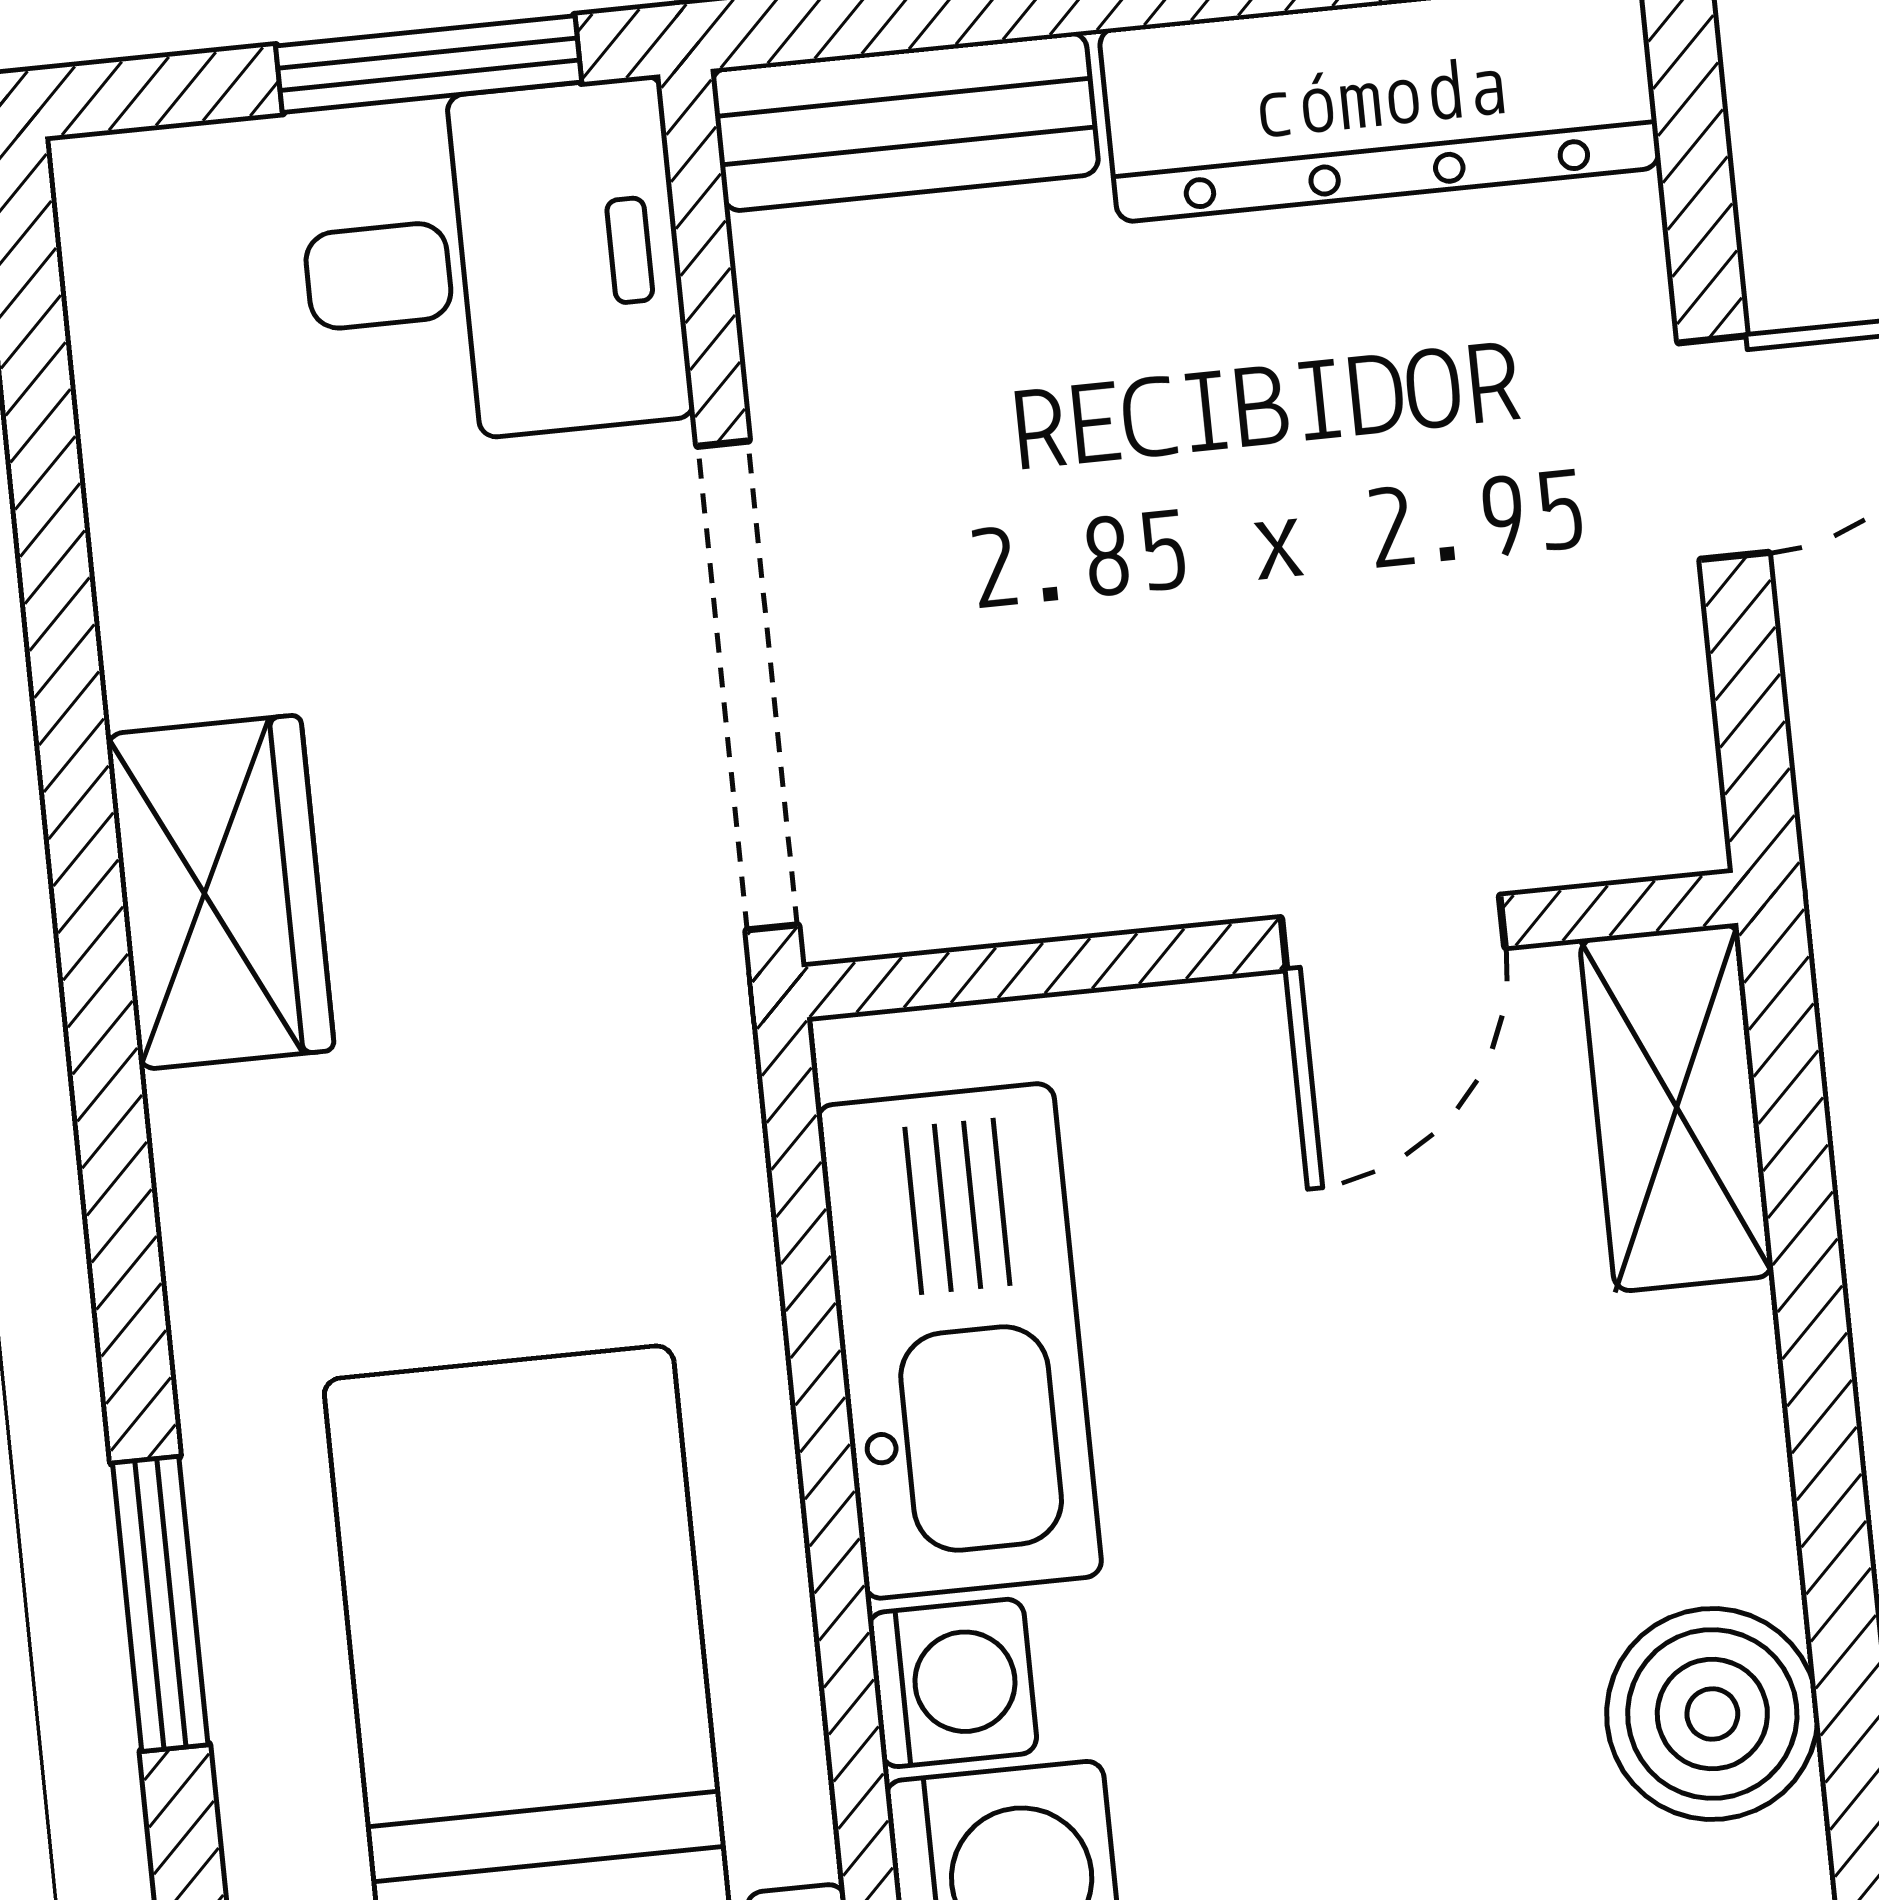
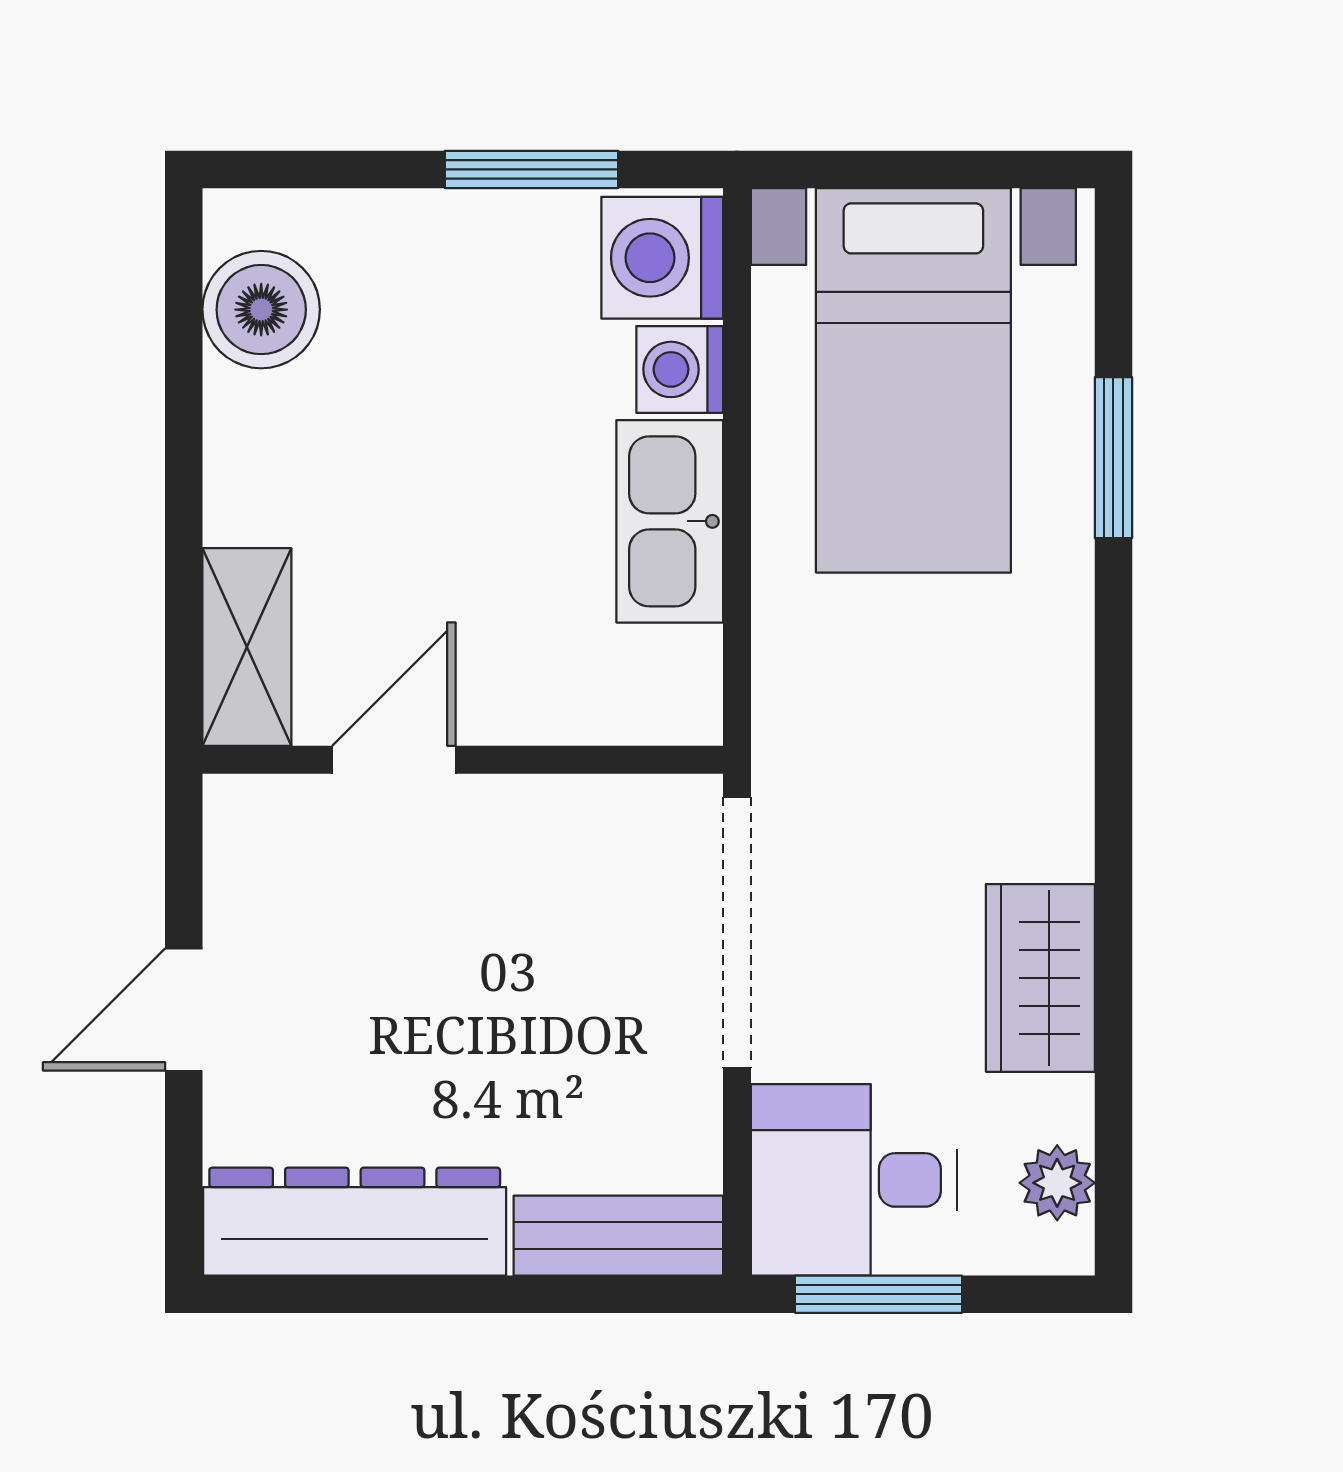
plant: (129, 296) -> (1057, 1183), added
wardrobe: (220, 892) -> (1040, 978), moved
kitchen sink: (959, 1341) -> (670, 521), width x0.73, depth x0.81

